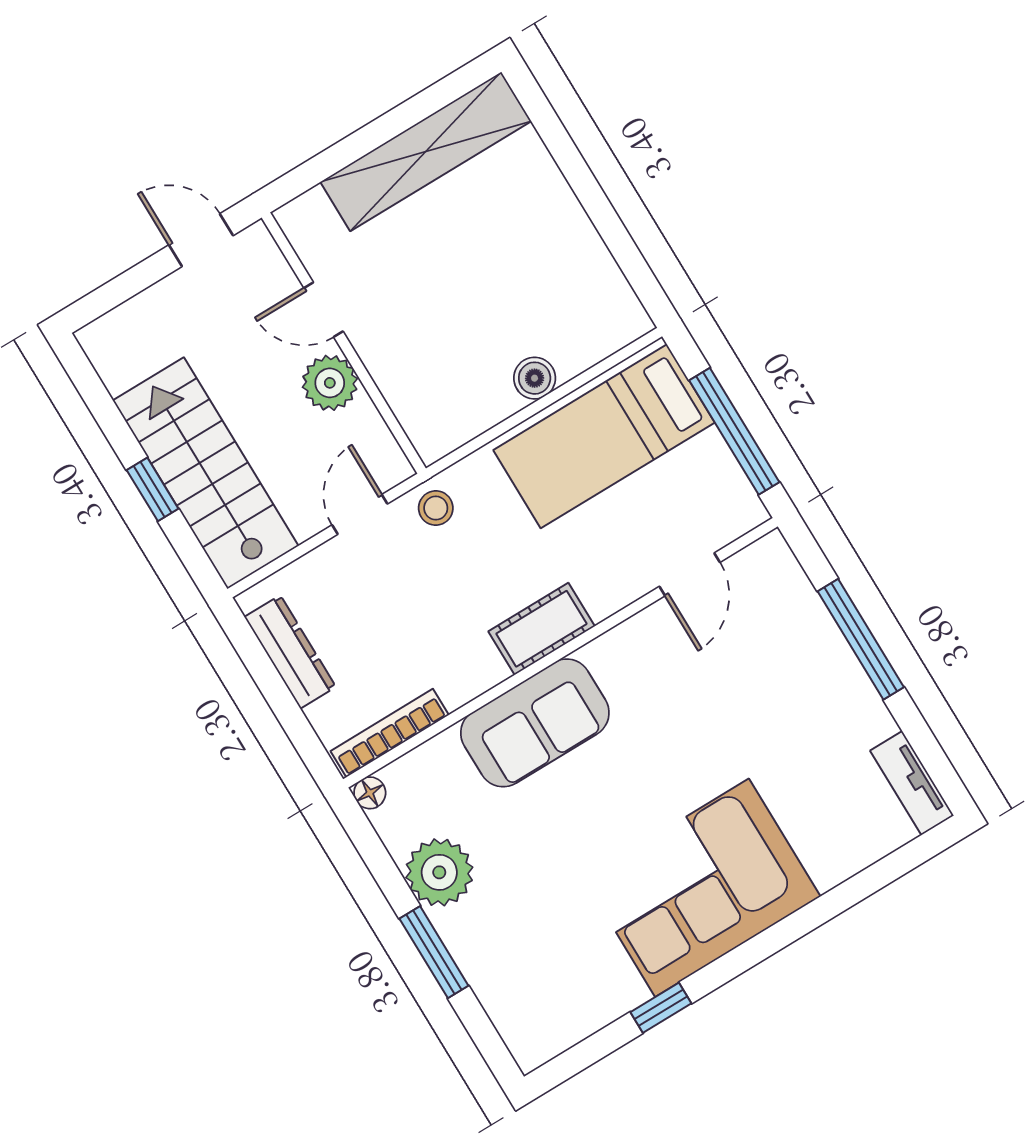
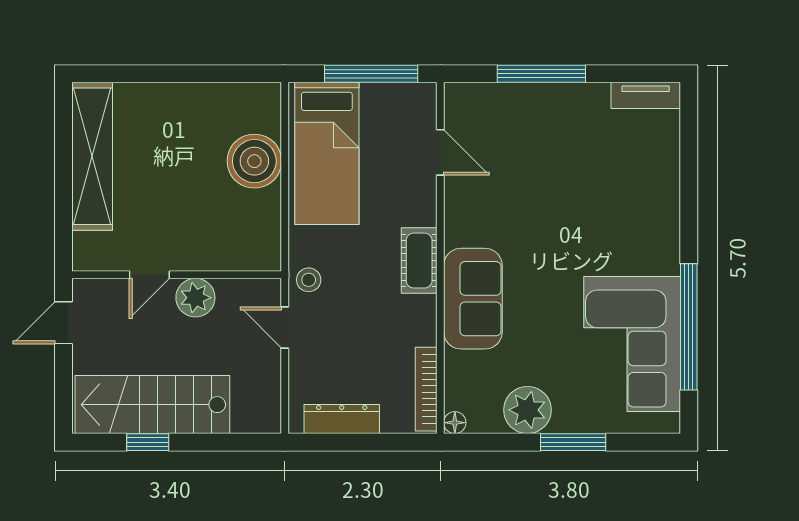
boiler: (535, 378) -> (254, 161), width x1.86, depth x1.86
stairs: (206, 473) -> (152, 405), moved
window: (153, 489) -> (148, 442), moved
corner sofa: (702, 888) -> (632, 344), moved
window: (661, 1008) -> (689, 327), width x3.17

